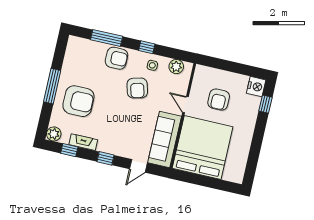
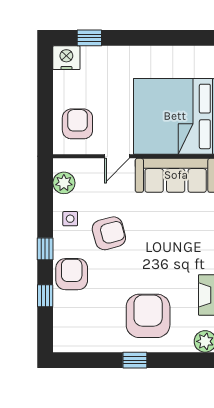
window: (107, 38) -> (45, 296), width x0.46
window: (147, 47) -> (45, 249), moved
window: (52, 86) -> (135, 360), width x0.46
armchair: (219, 100) -> (77, 124), moved, turned -90

